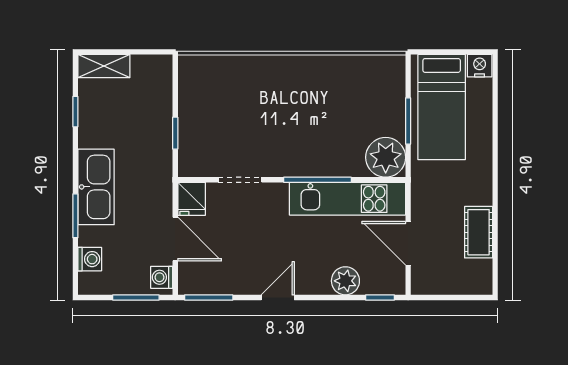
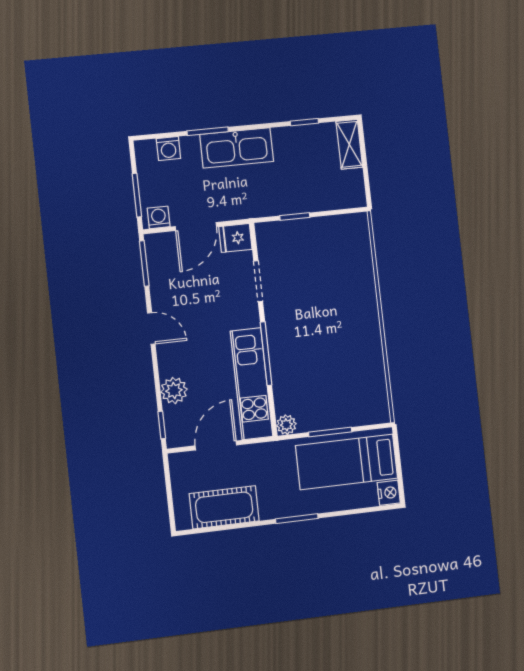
plant: (386, 157) -> (286, 425), width x0.53, depth x0.53
window: (495, 167) -> (297, 519), added
cot: (479, 232) -> (224, 507), width x1.37, depth x1.34

